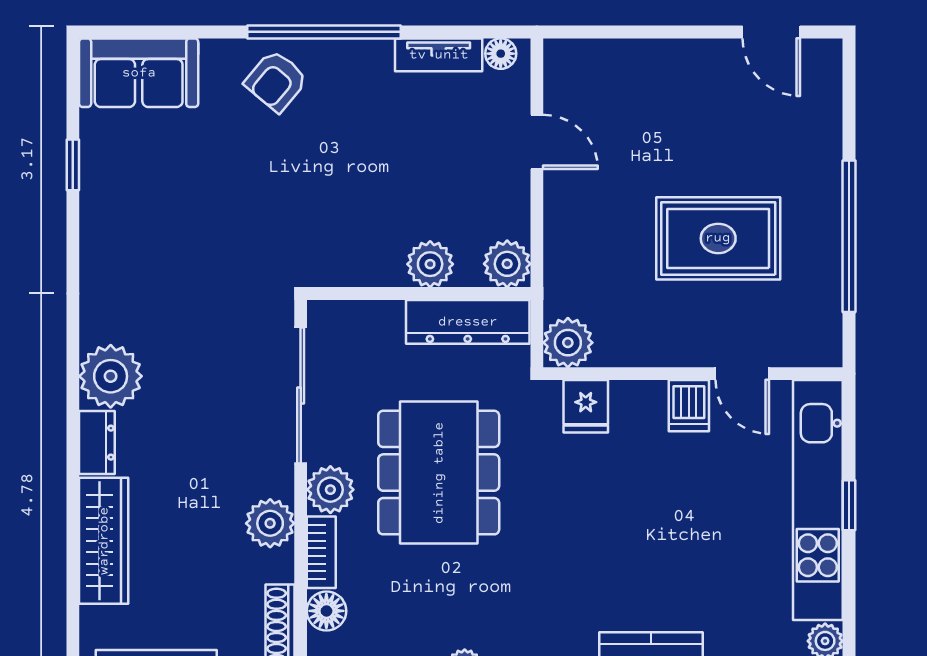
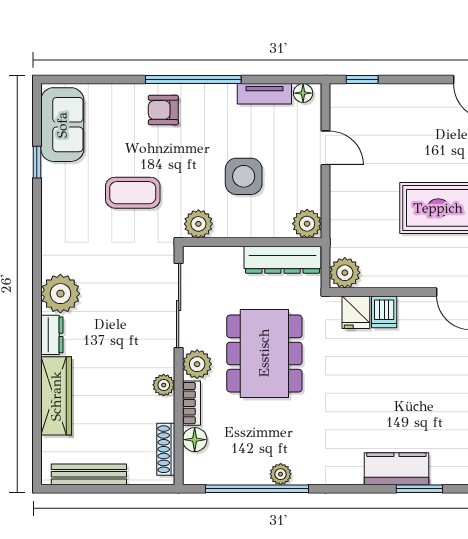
window: (596, 32) -> (362, 80), added
sofa: (139, 73) -> (62, 125), moved, turned -90
armchair: (276, 81) -> (163, 110), turned 50
side table: (405, 188) -> (244, 176), added
coffee table: (227, 214) -> (133, 193), added
plant: (430, 264) -> (198, 224), moved
dishwasher: (689, 406) -> (384, 312), moved
plant: (270, 523) -> (164, 385), width x0.73, depth x0.73

